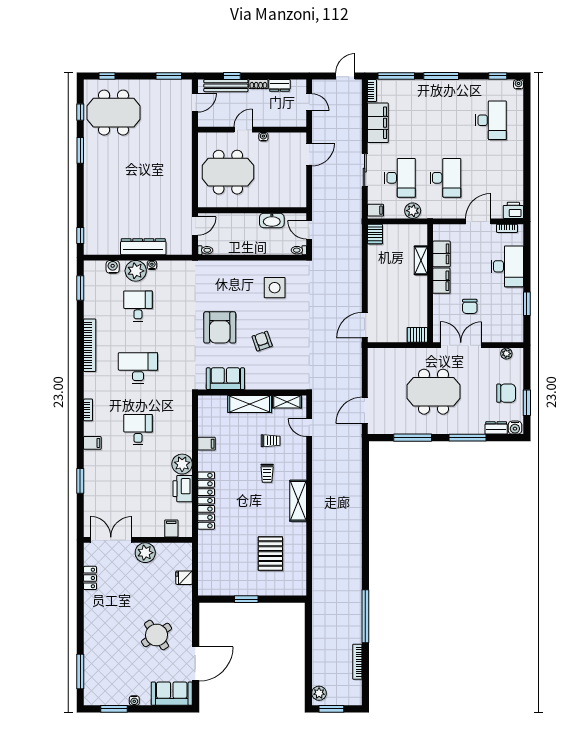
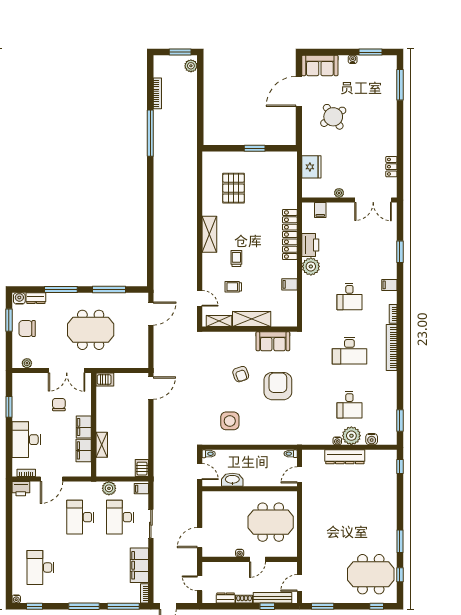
bookcase: (90, 345) -> (392, 348), moved
plant: (145, 553) -> (339, 193), width x0.53, depth x0.53
fridge: (184, 578) -> (311, 167), width x1.88, depth x1.34

